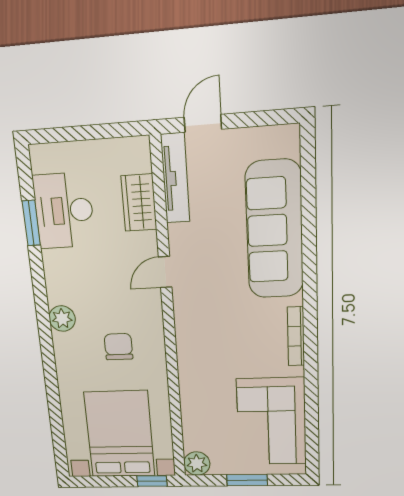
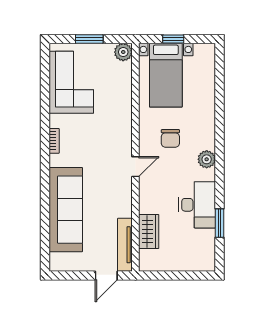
desk: (64, 211) -> (197, 205), moved
door: (165, 272) -> (135, 167), moved
bookcase: (296, 336) -> (54, 141), width x0.64
bed with nightstands: (119, 434) -> (166, 75), width x0.73
window: (152, 481) -> (173, 39), moved

